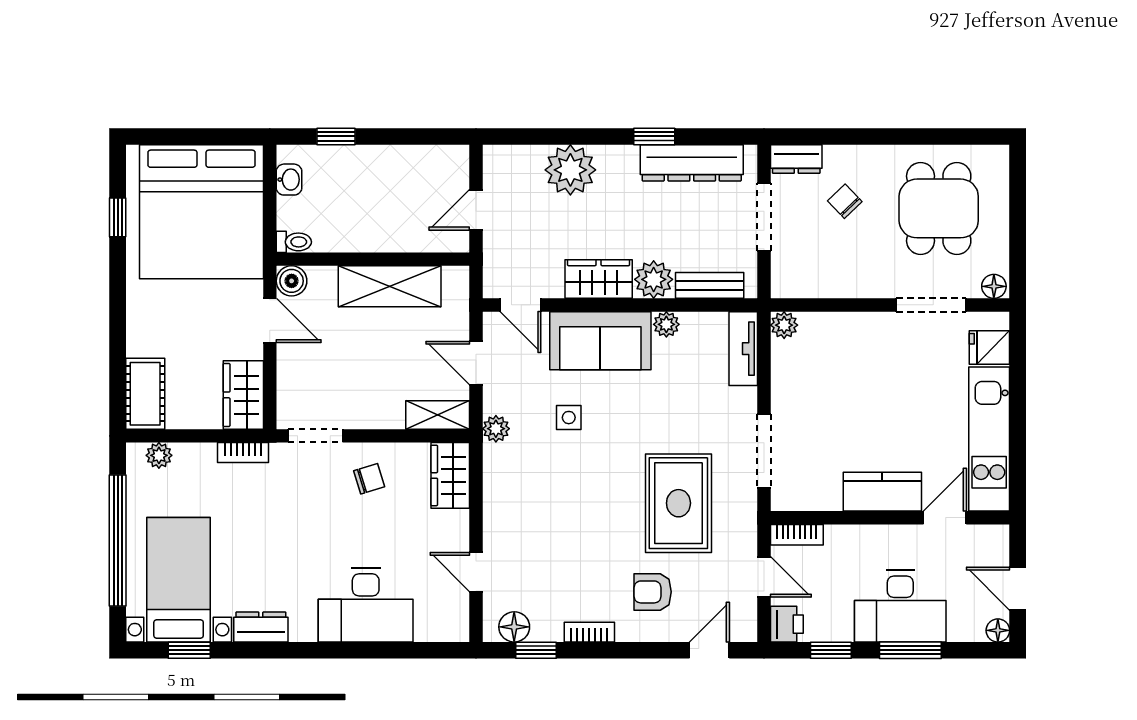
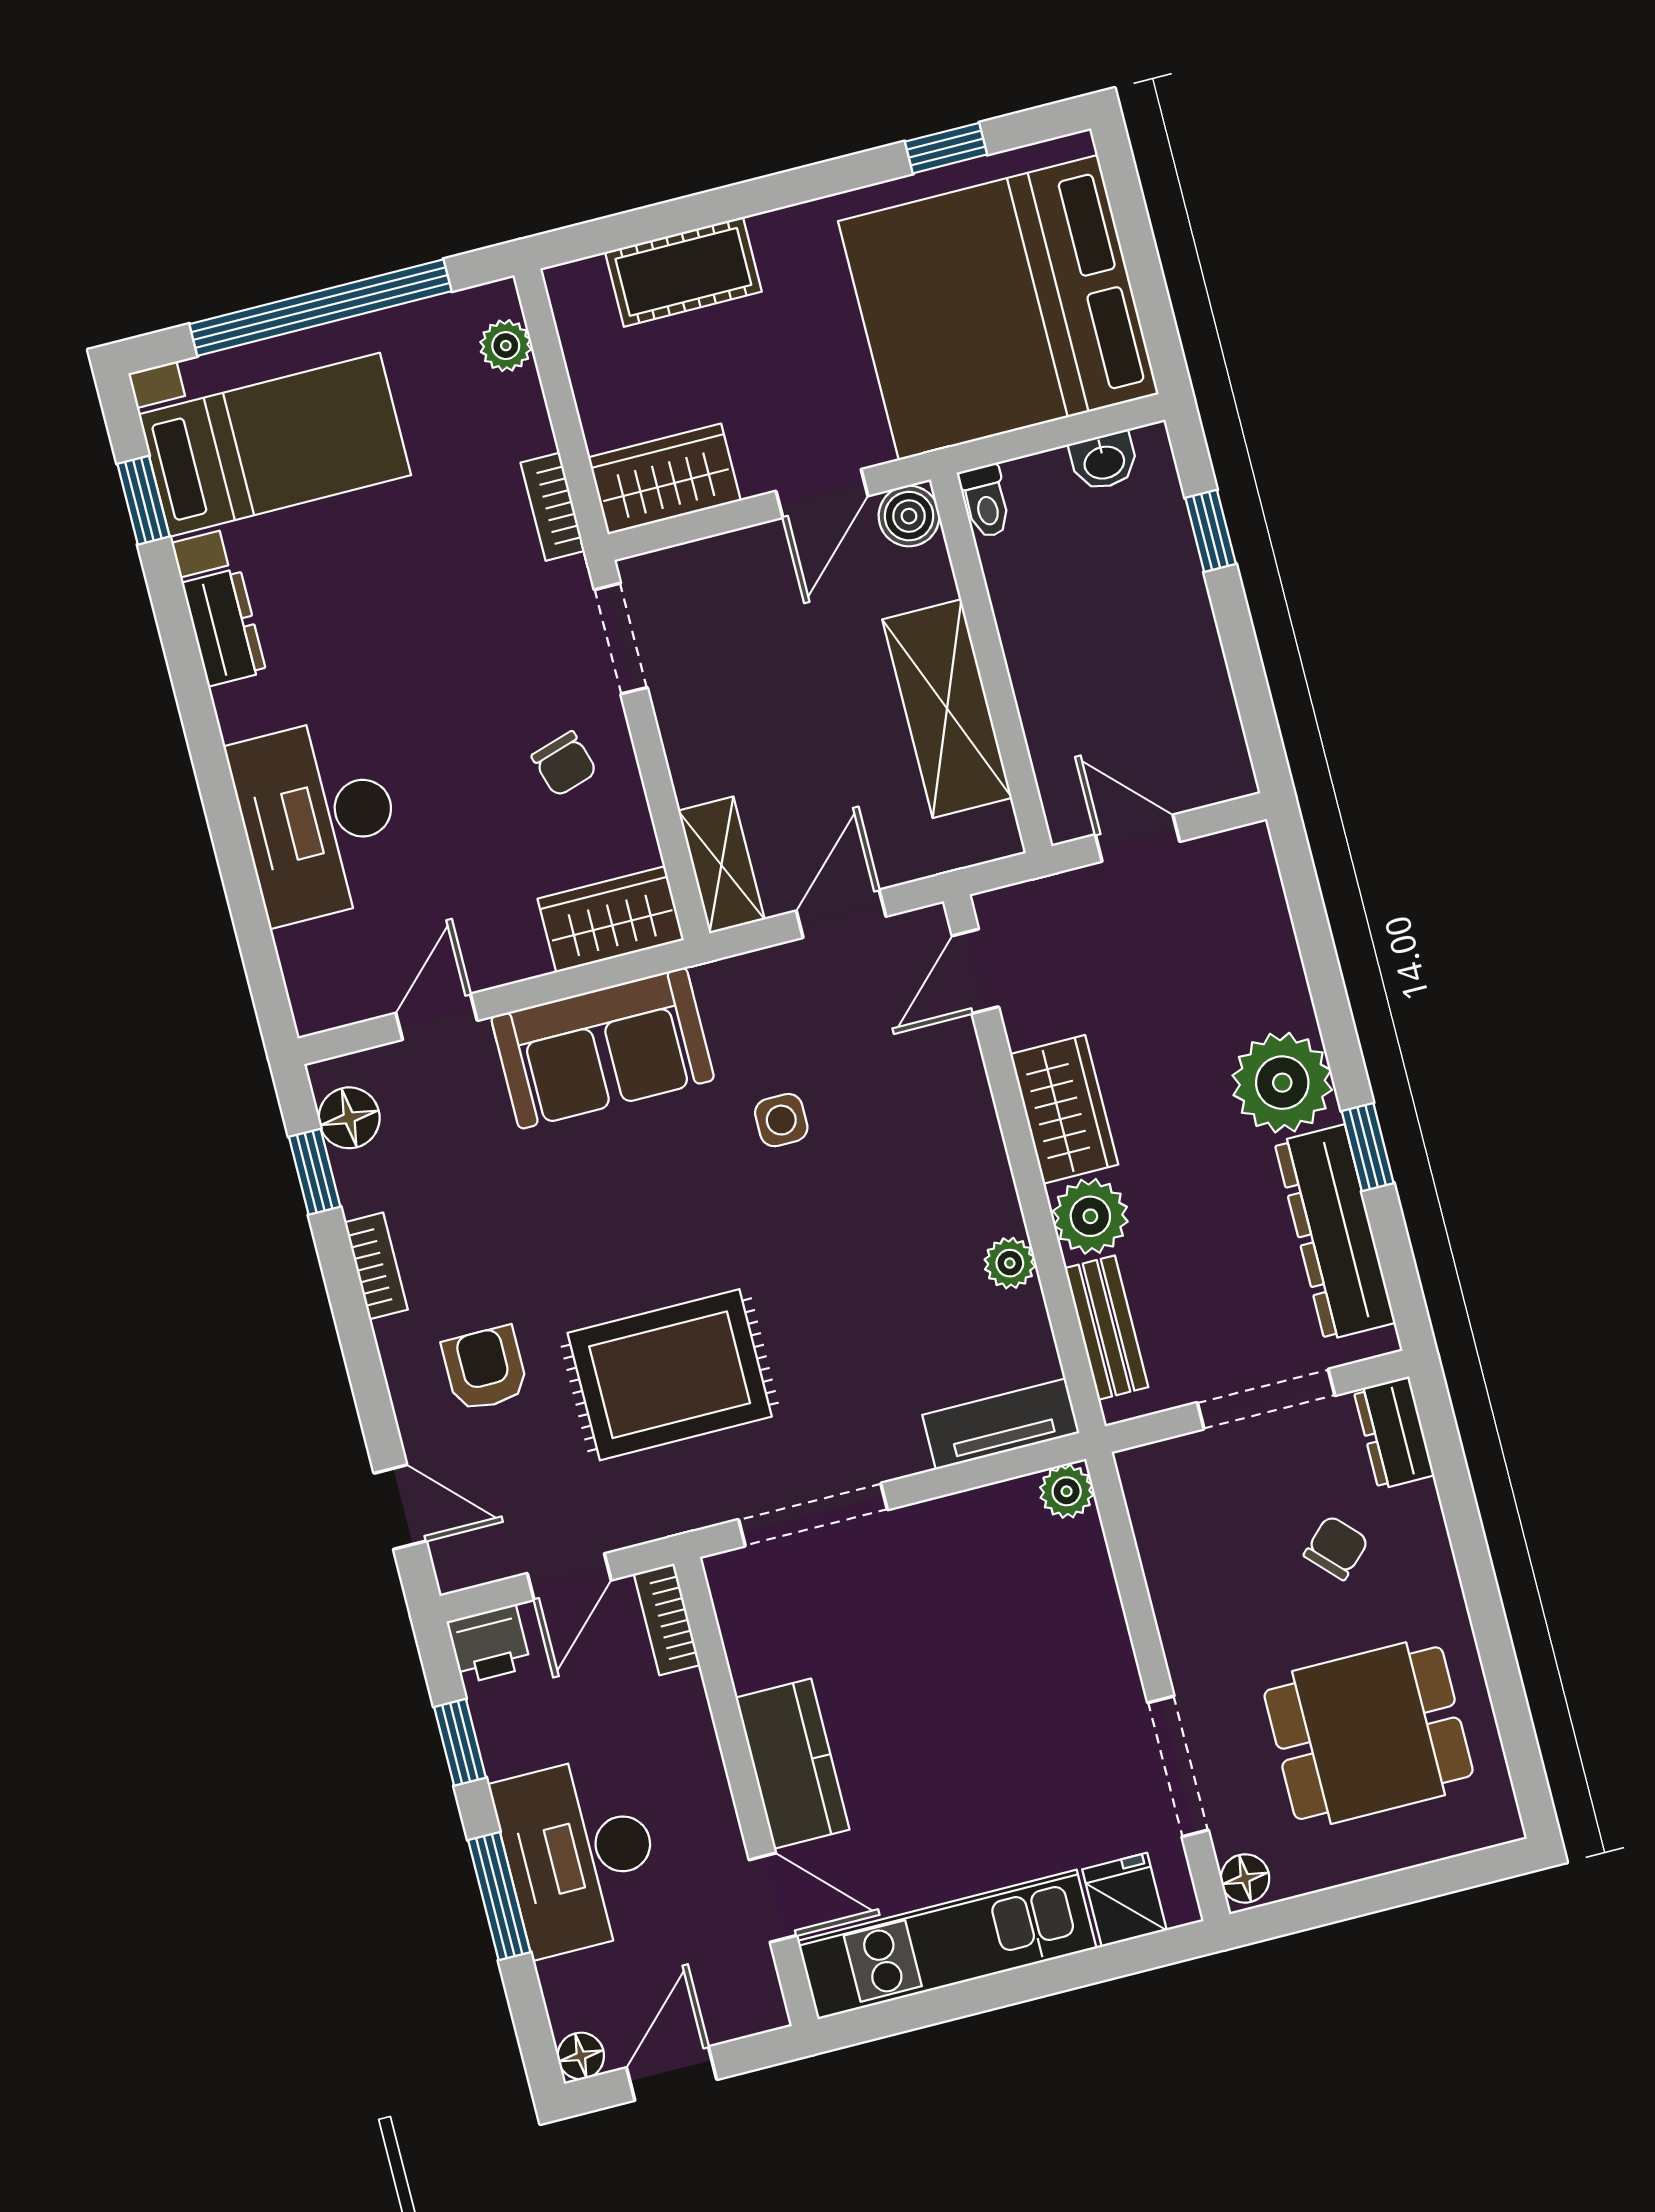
plant: (570, 170) -> (1282, 1083), moved
sofa: (600, 341) -> (603, 1048), moved, turned -90
cot: (145, 394) -> (683, 272), moved
plant: (496, 429) -> (724, 985), removed

